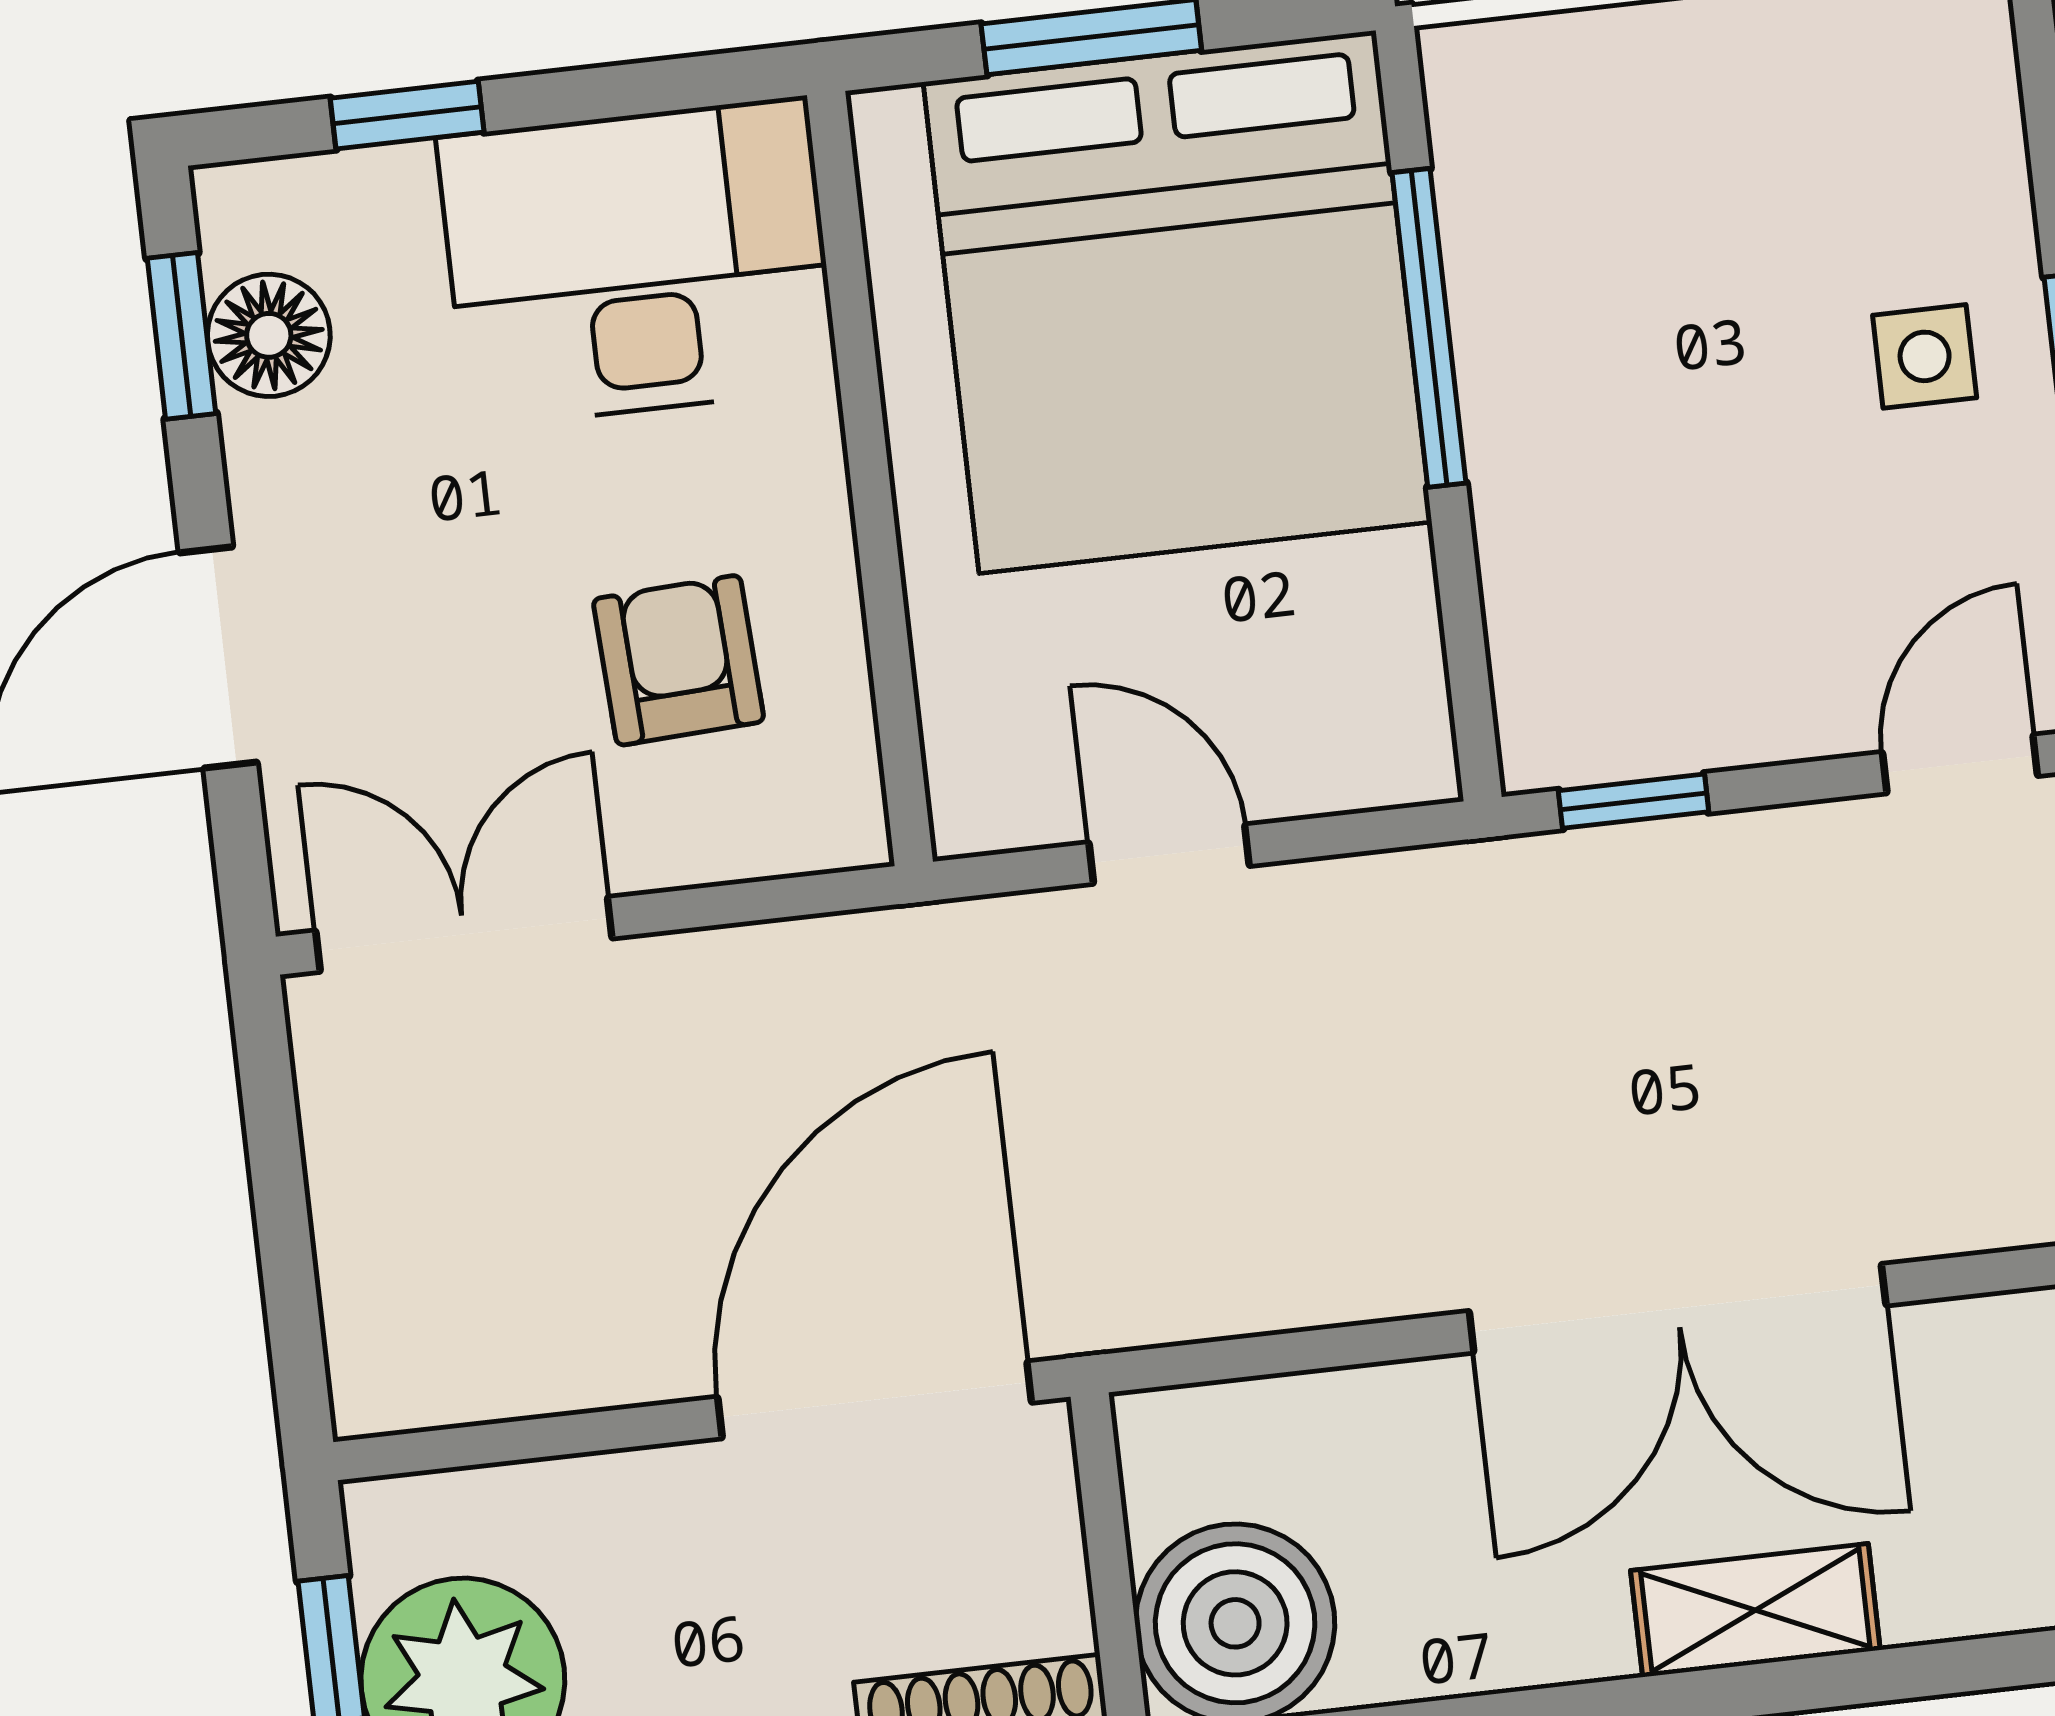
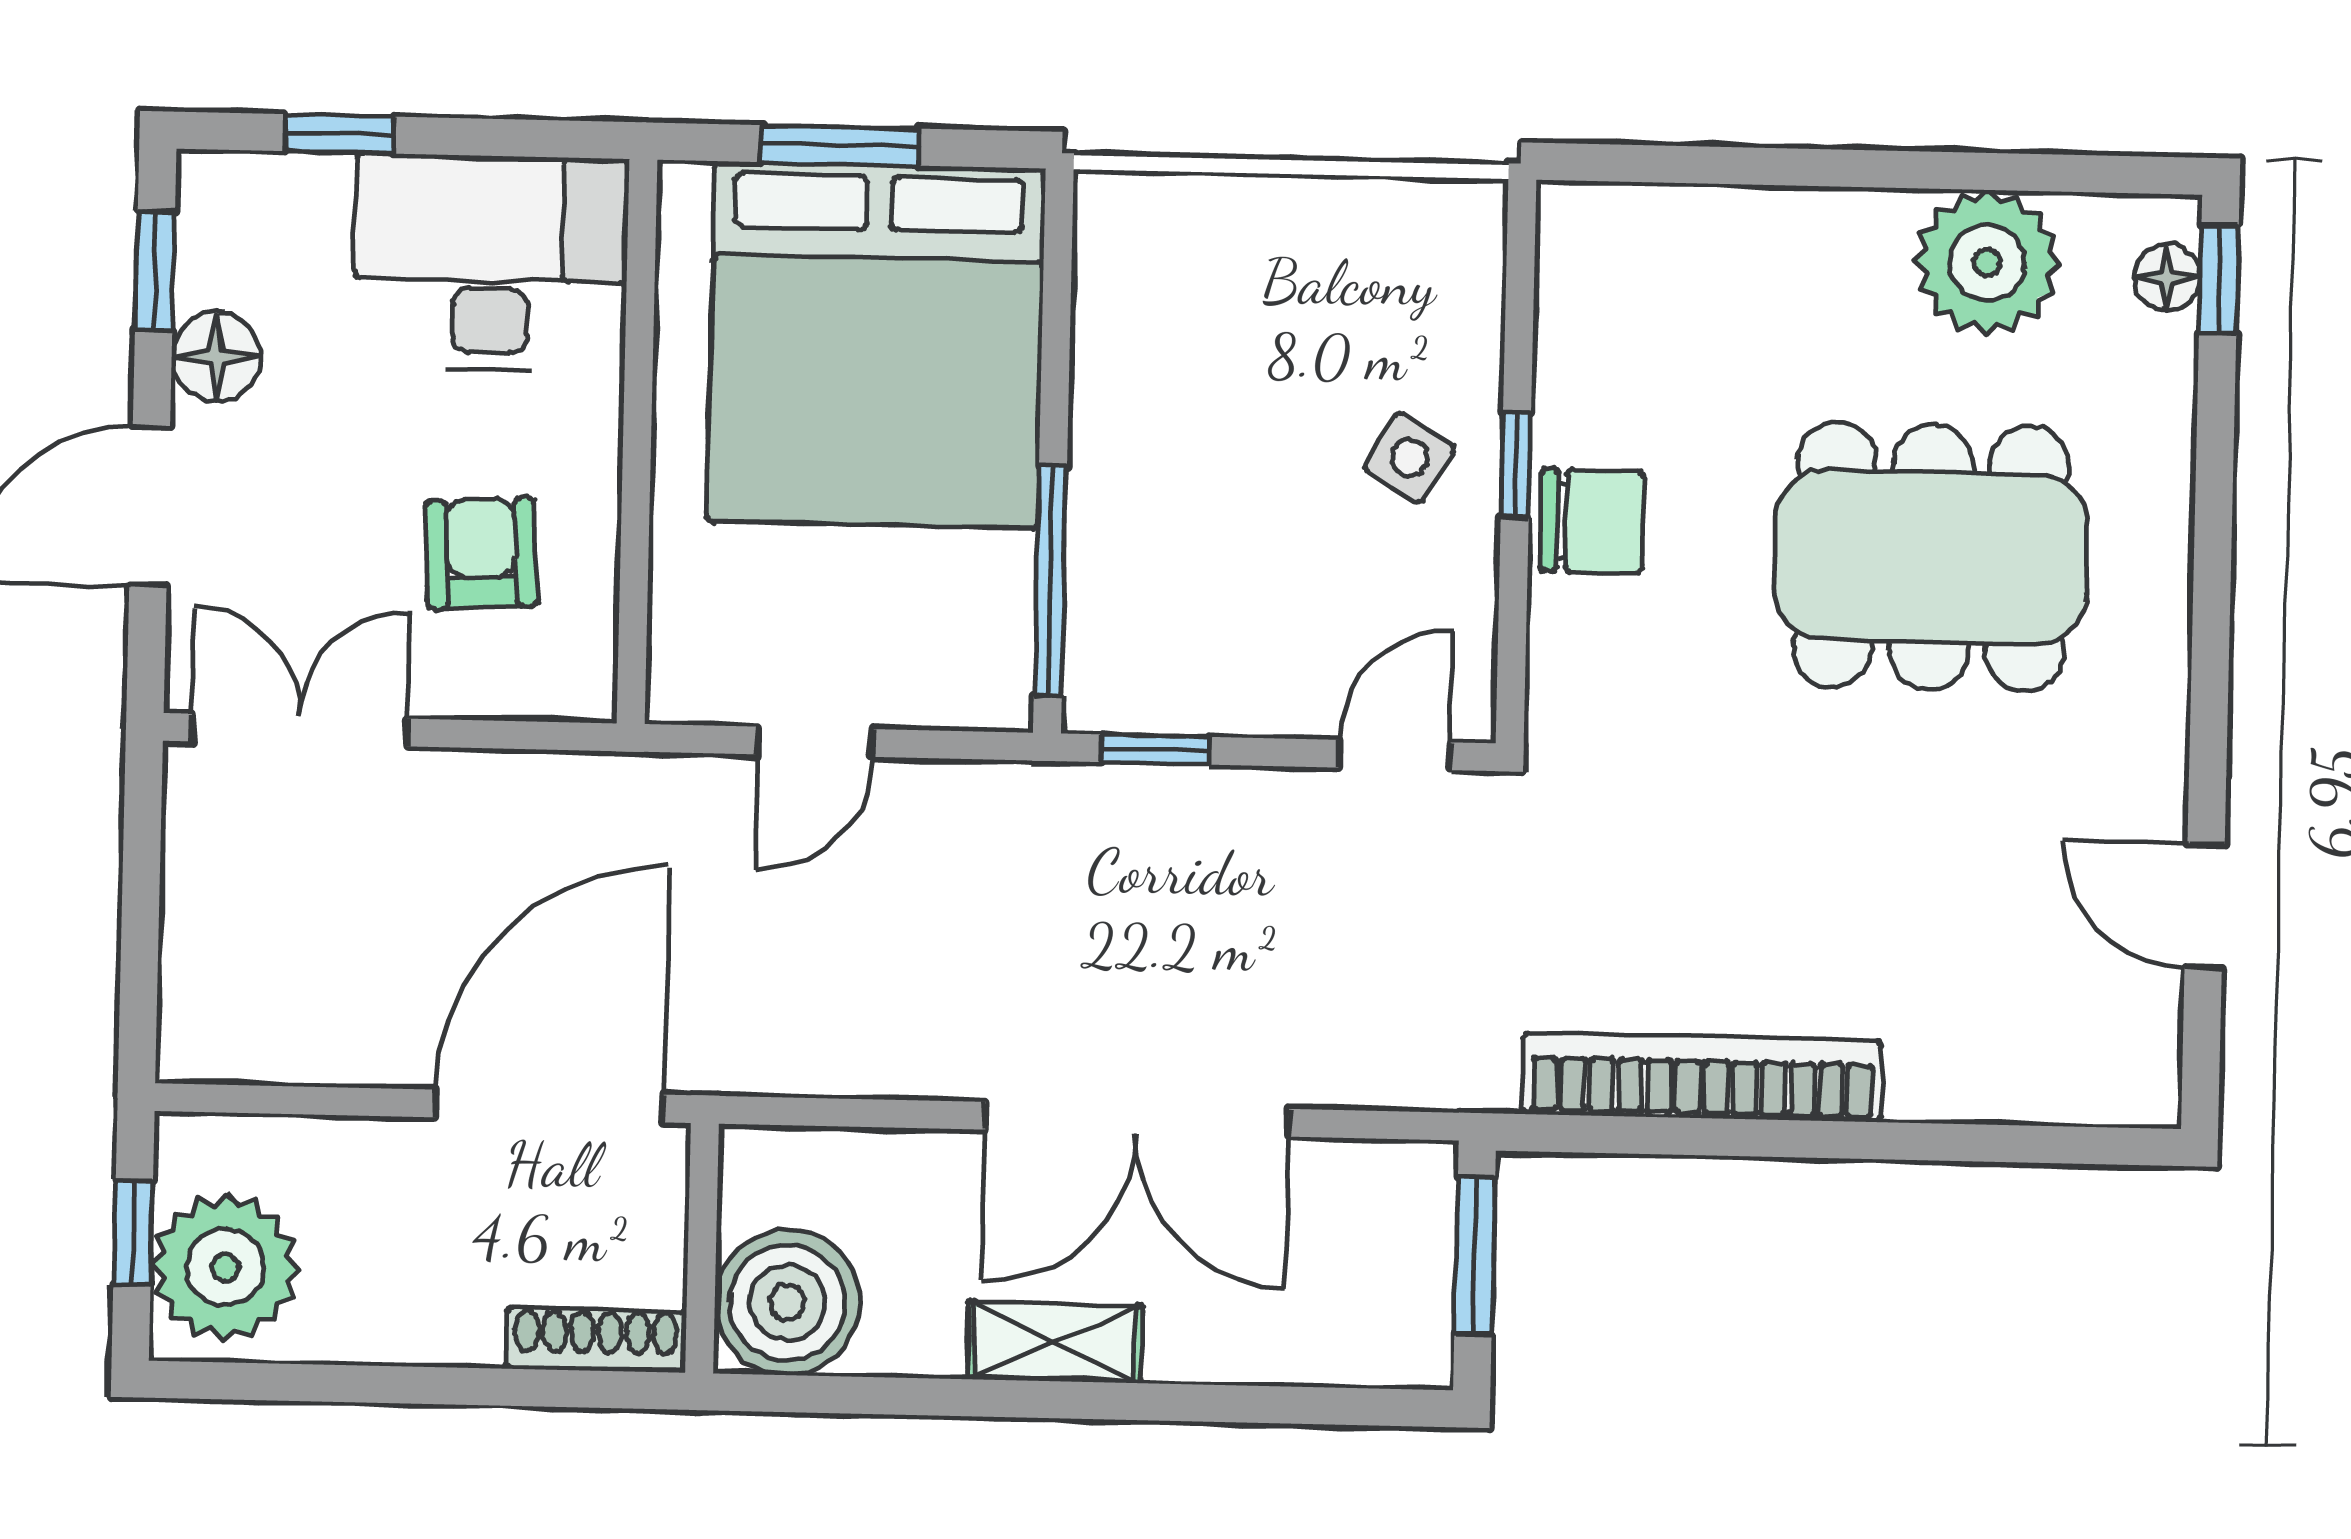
window: (1429, 328) -> (1050, 581), moved
floor lamp: (269, 335) -> (216, 357), moved
side table: (1925, 356) -> (1409, 458), turned 31
door: (1169, 854) -> (816, 742), swing flipped
shelving: (1755, 1610) -> (1055, 1342), moved

